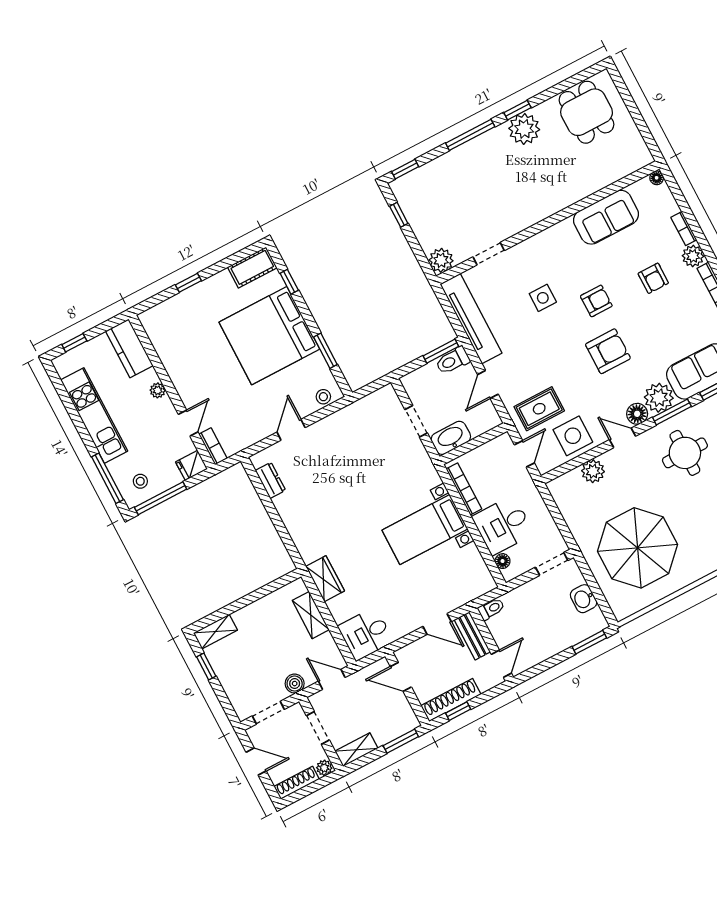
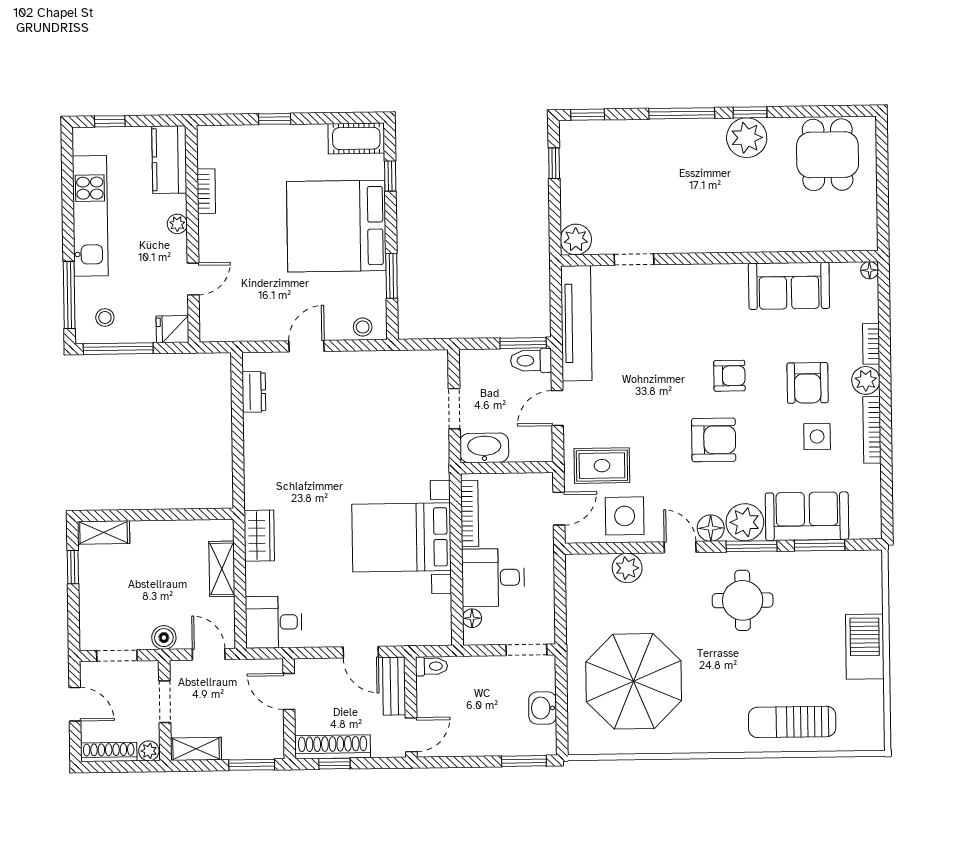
armchair: (653, 278) -> (808, 383), width x1.38, depth x1.38
side table: (543, 298) -> (817, 436), moved
bookcase: (213, 446) -> (206, 191), moved
bed with nightstands: (425, 530) -> (402, 537), width x1.36

